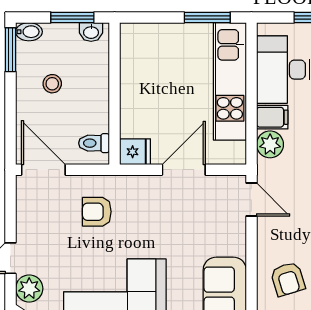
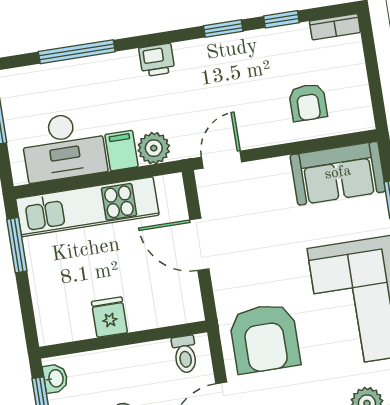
fridge: (135, 152) -> (109, 317), moved
armchair: (97, 212) -> (265, 338), width x1.88, depth x1.88
armchair: (288, 279) -> (308, 102), turned 107

